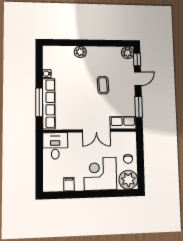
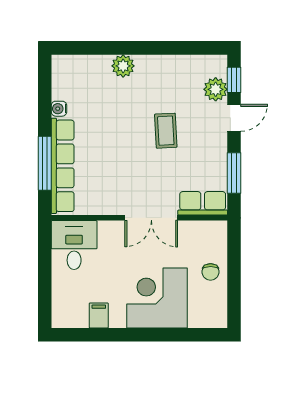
plant: (128, 53) -> (216, 89), moved
plant: (128, 180) -> (210, 310), removed

